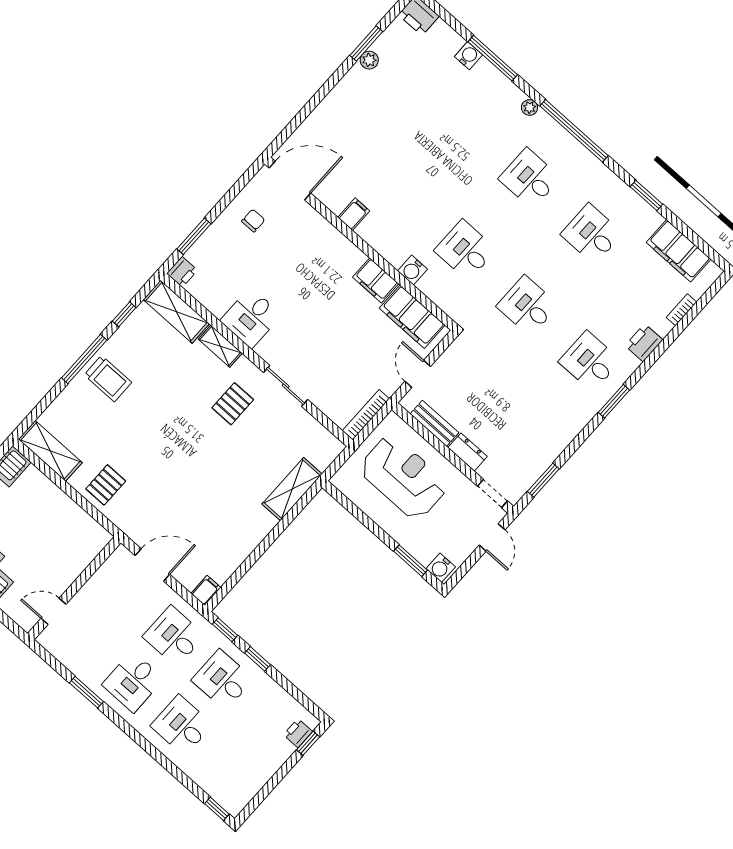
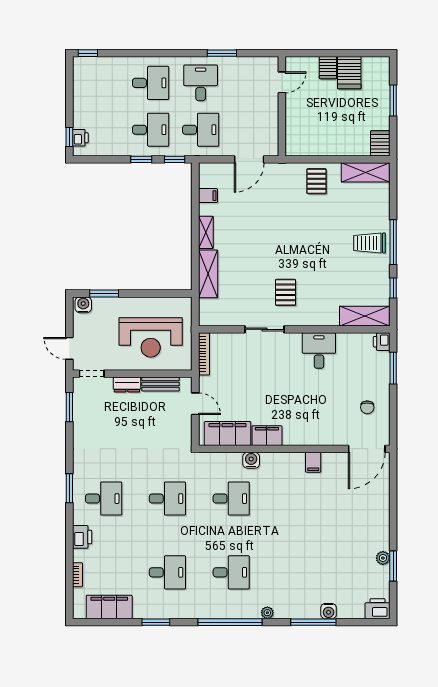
shelving: (220, 346) -> (206, 232), moved, turned 90
filing cabinet: (206, 590) -> (208, 196), moved, turned -90

